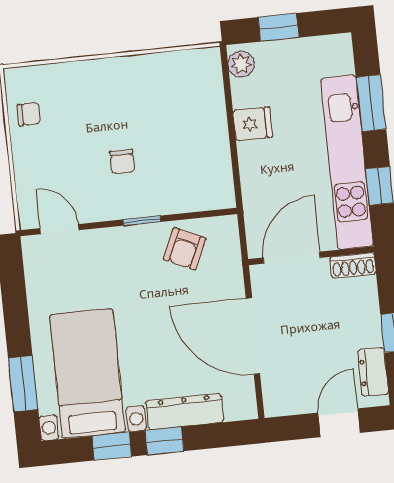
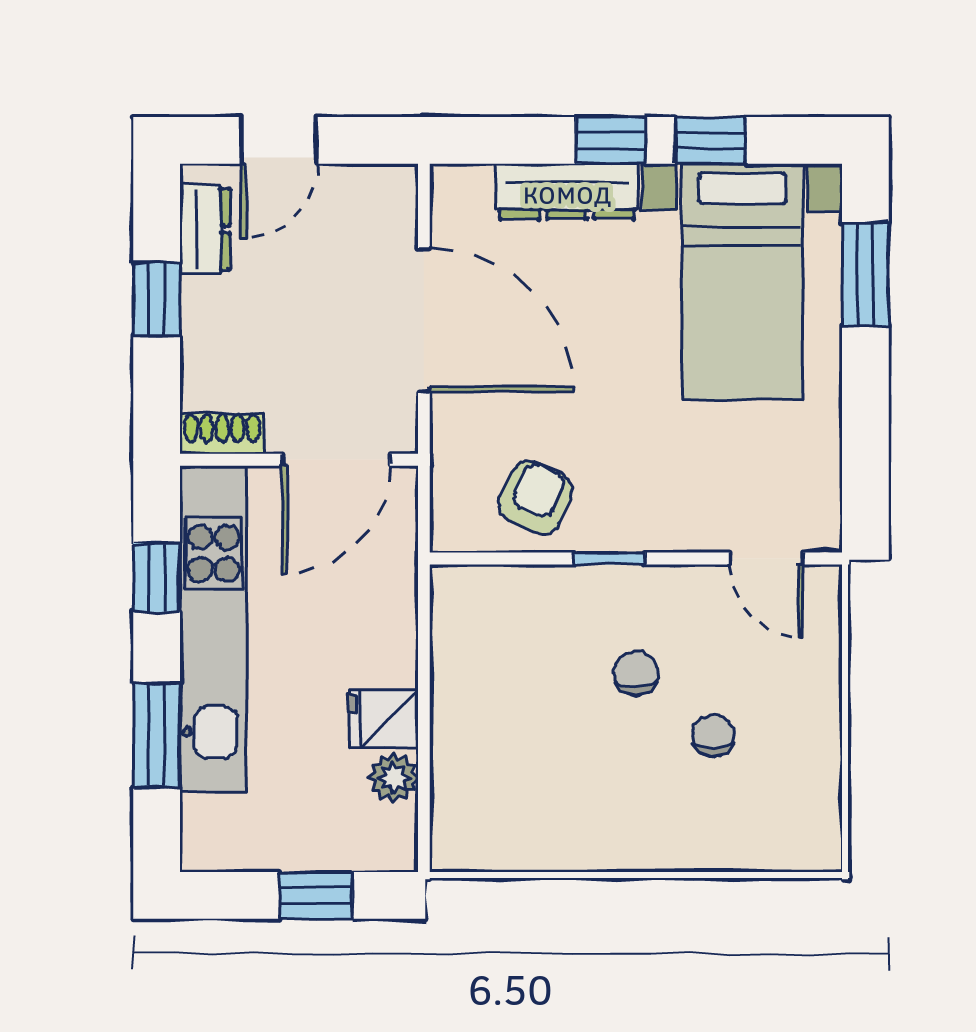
plant: (241, 64) -> (393, 778), moved
chair: (29, 114) -> (713, 736), moved, turned 90

